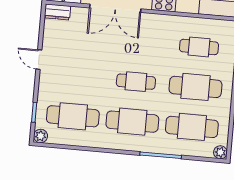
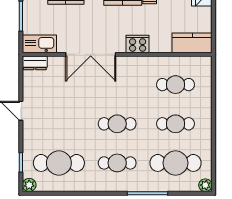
cafe table: (195, 87) -> (176, 124), width x0.73, depth x0.74
cafe table: (132, 122) -> (117, 163), width x0.73, depth x0.74

